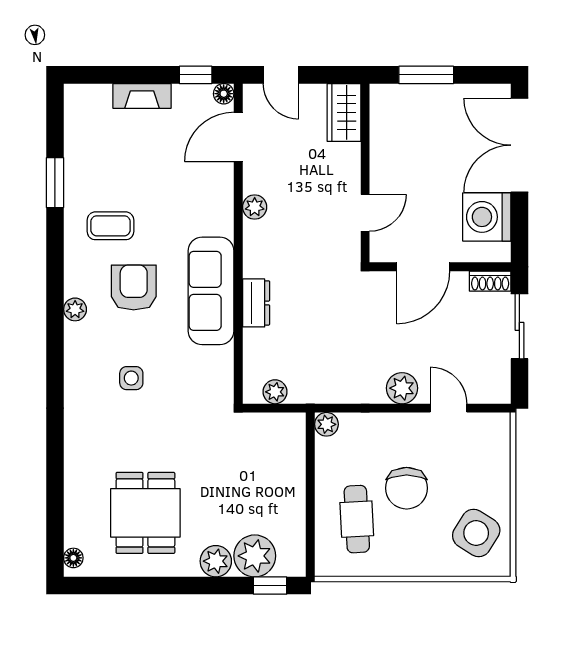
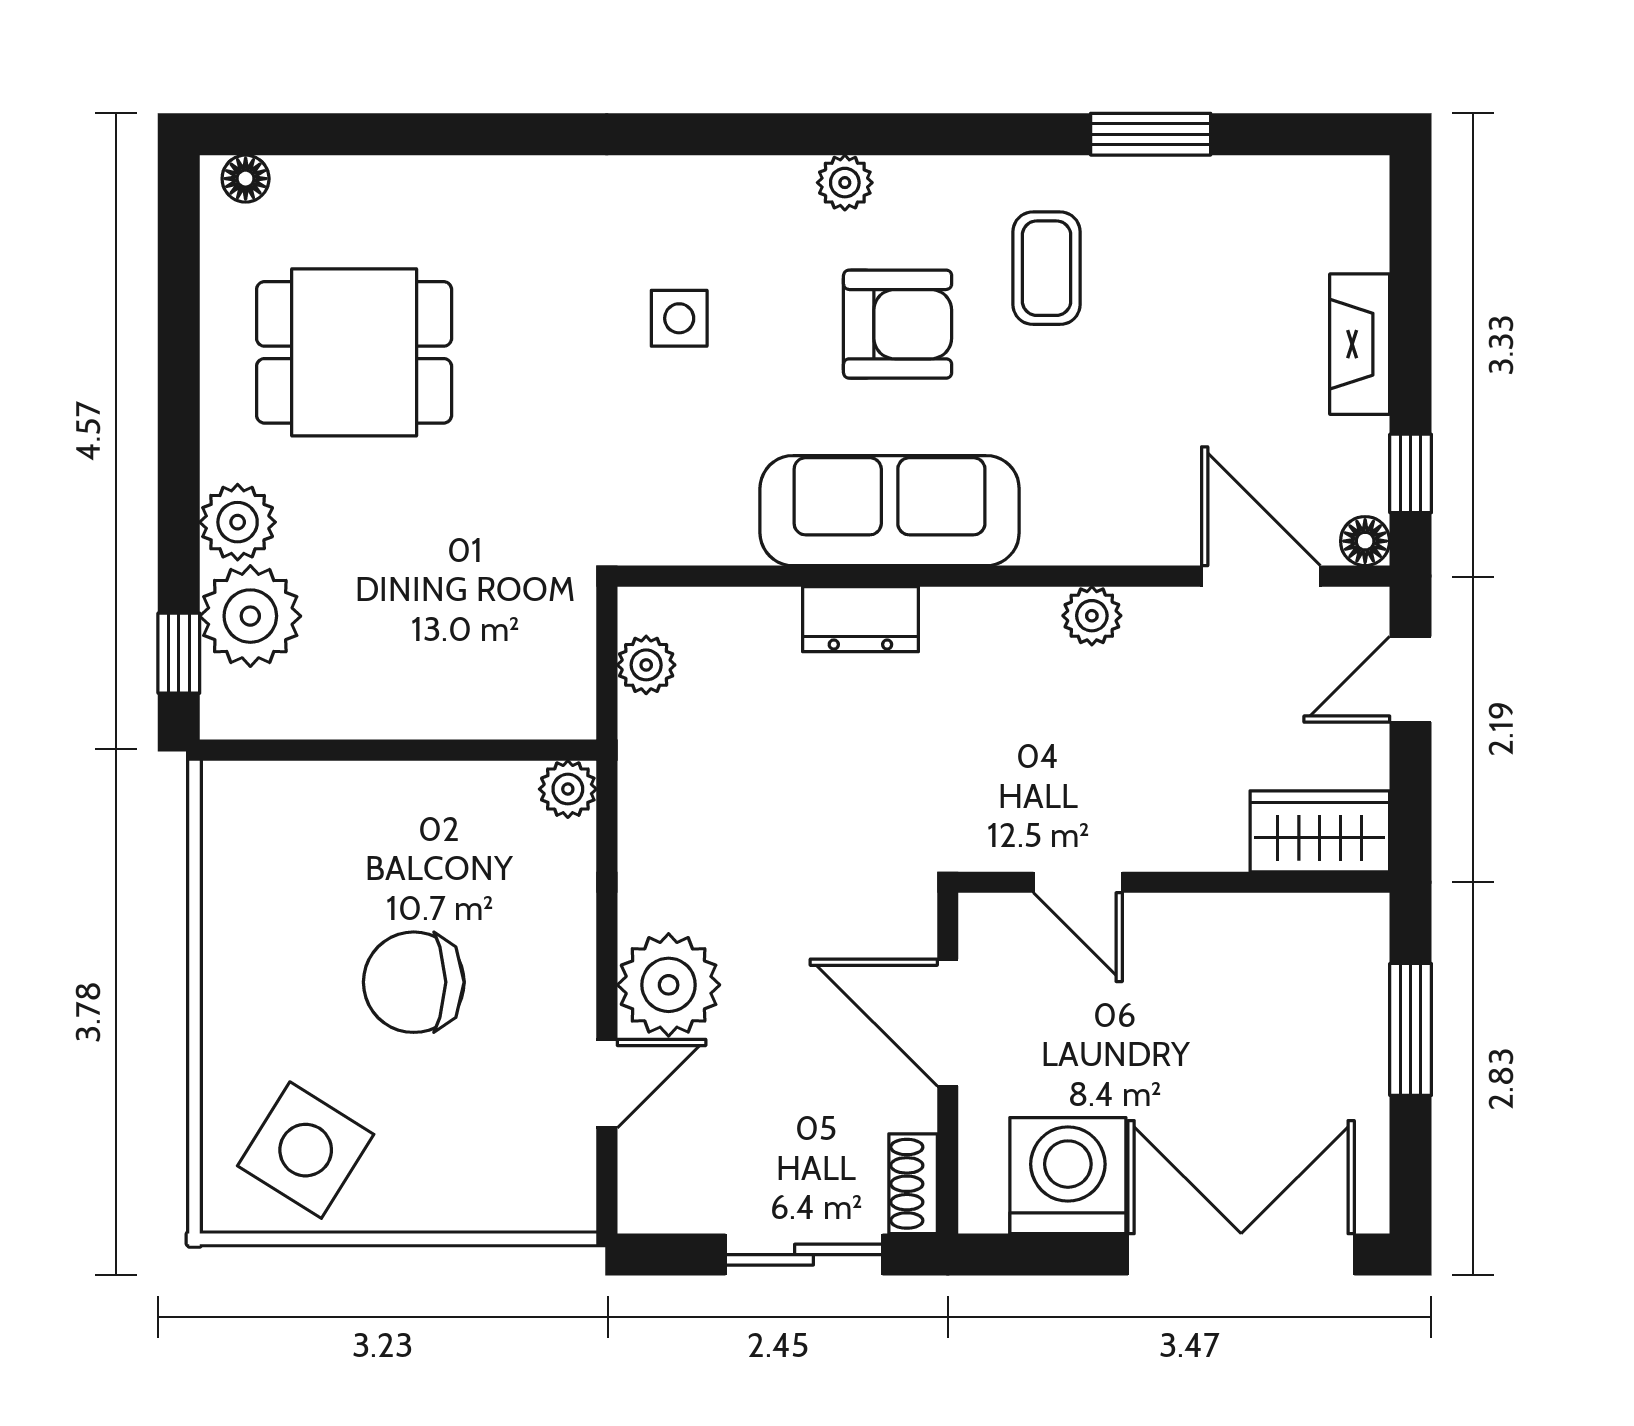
plant: (402, 388) -> (669, 985), width x1.36, depth x1.36
cafe table: (357, 519) -> (339, 862), removed

